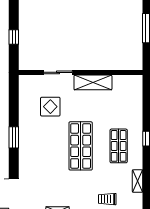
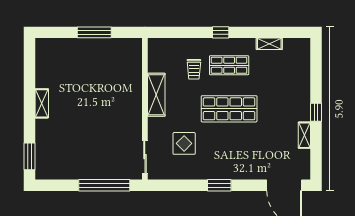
window: (14, 37) -> (104, 185), width x3.17
sliding door: (58, 72) -> (145, 157), moved
trolley: (107, 199) -> (194, 69), moved

